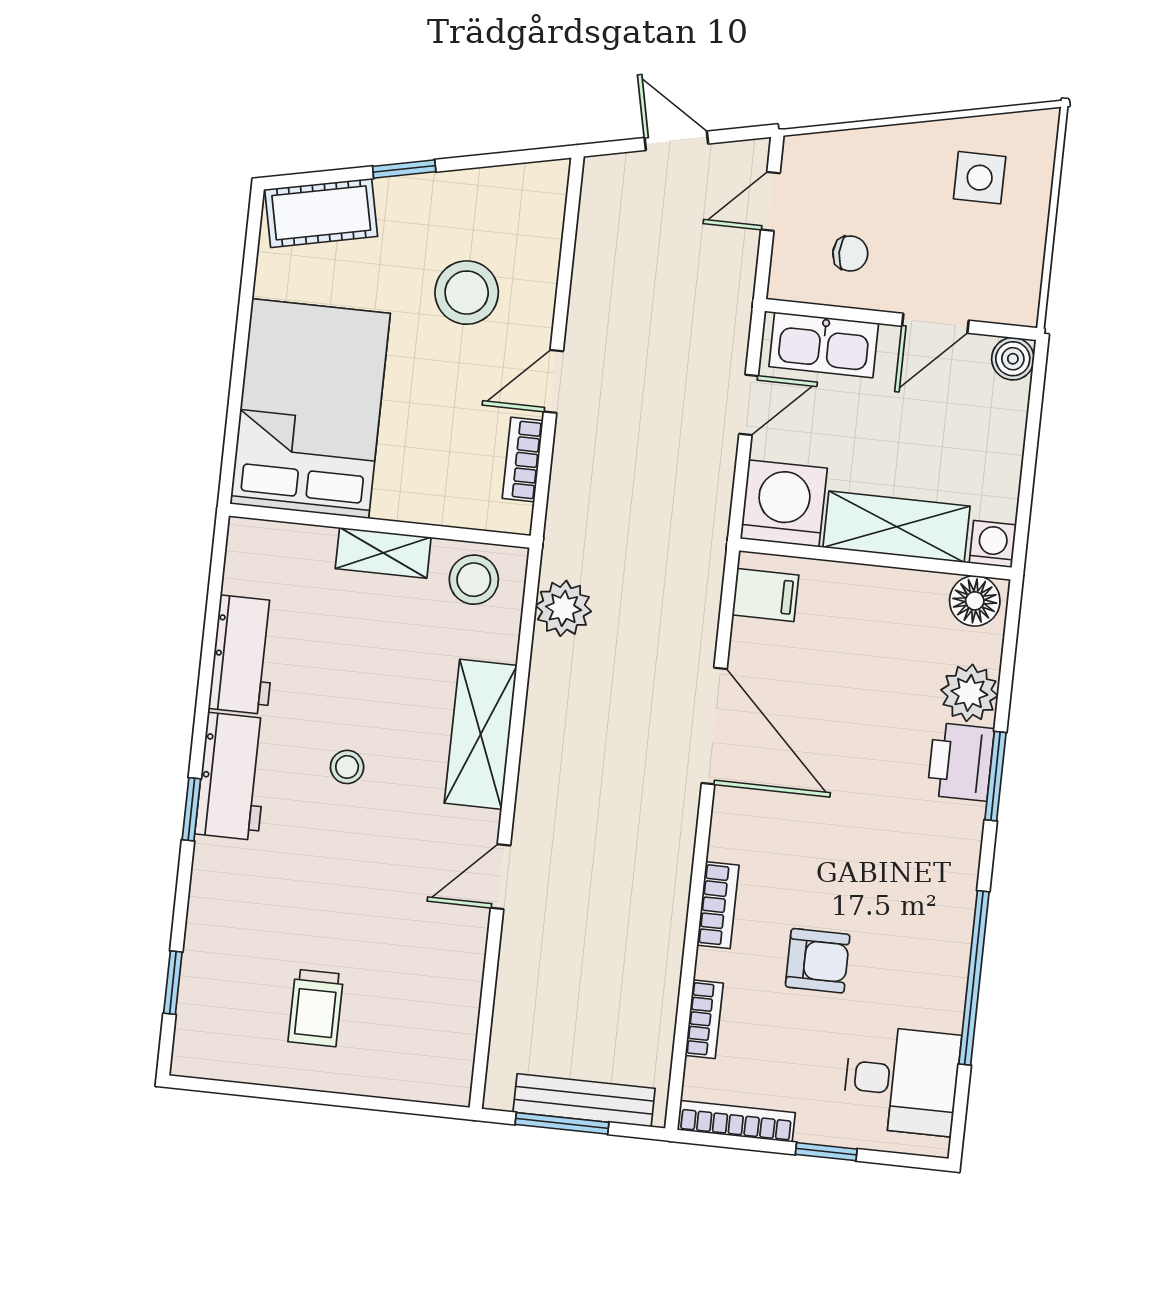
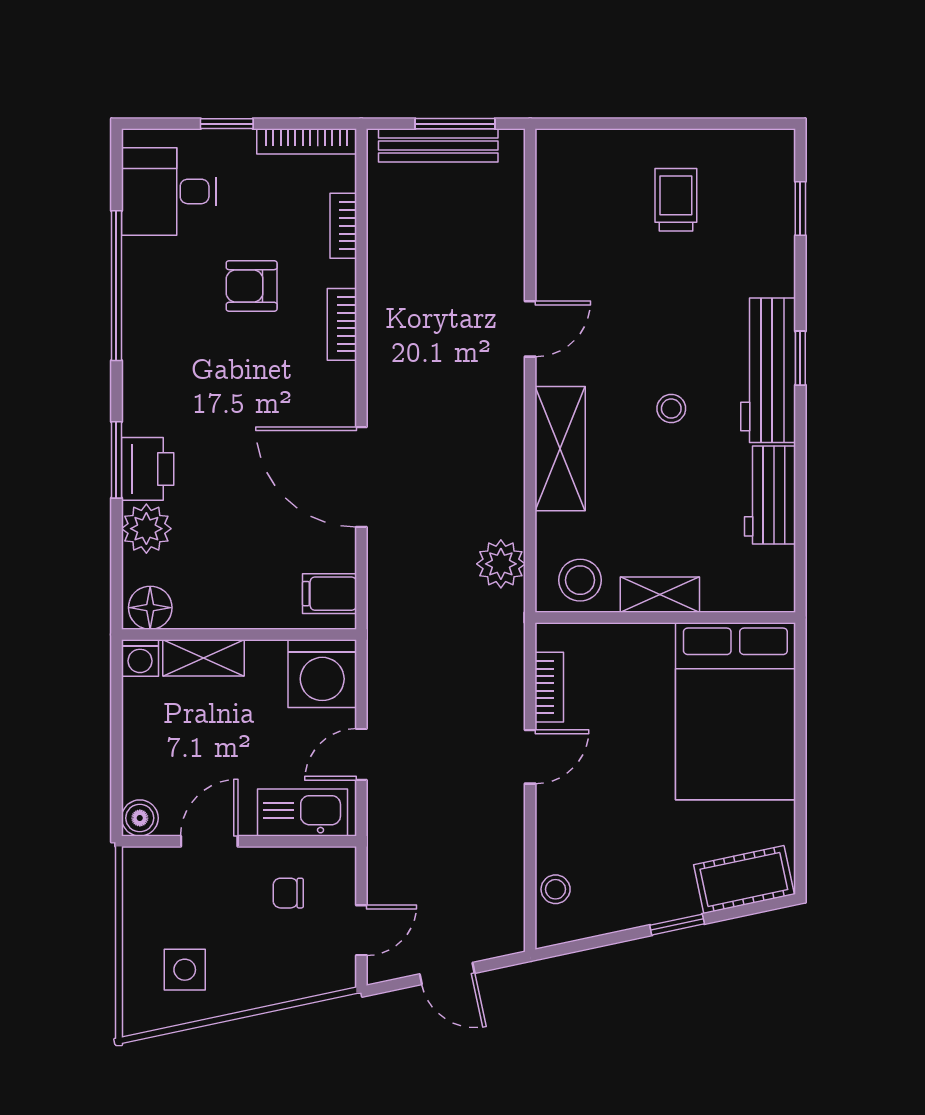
stool: (467, 293) -> (556, 889), moved, width x0.53, depth x0.53
shelving: (896, 527) -> (204, 658), width x0.67, depth x0.75
workbench: (233, 776) -> (768, 370), width x1.38

